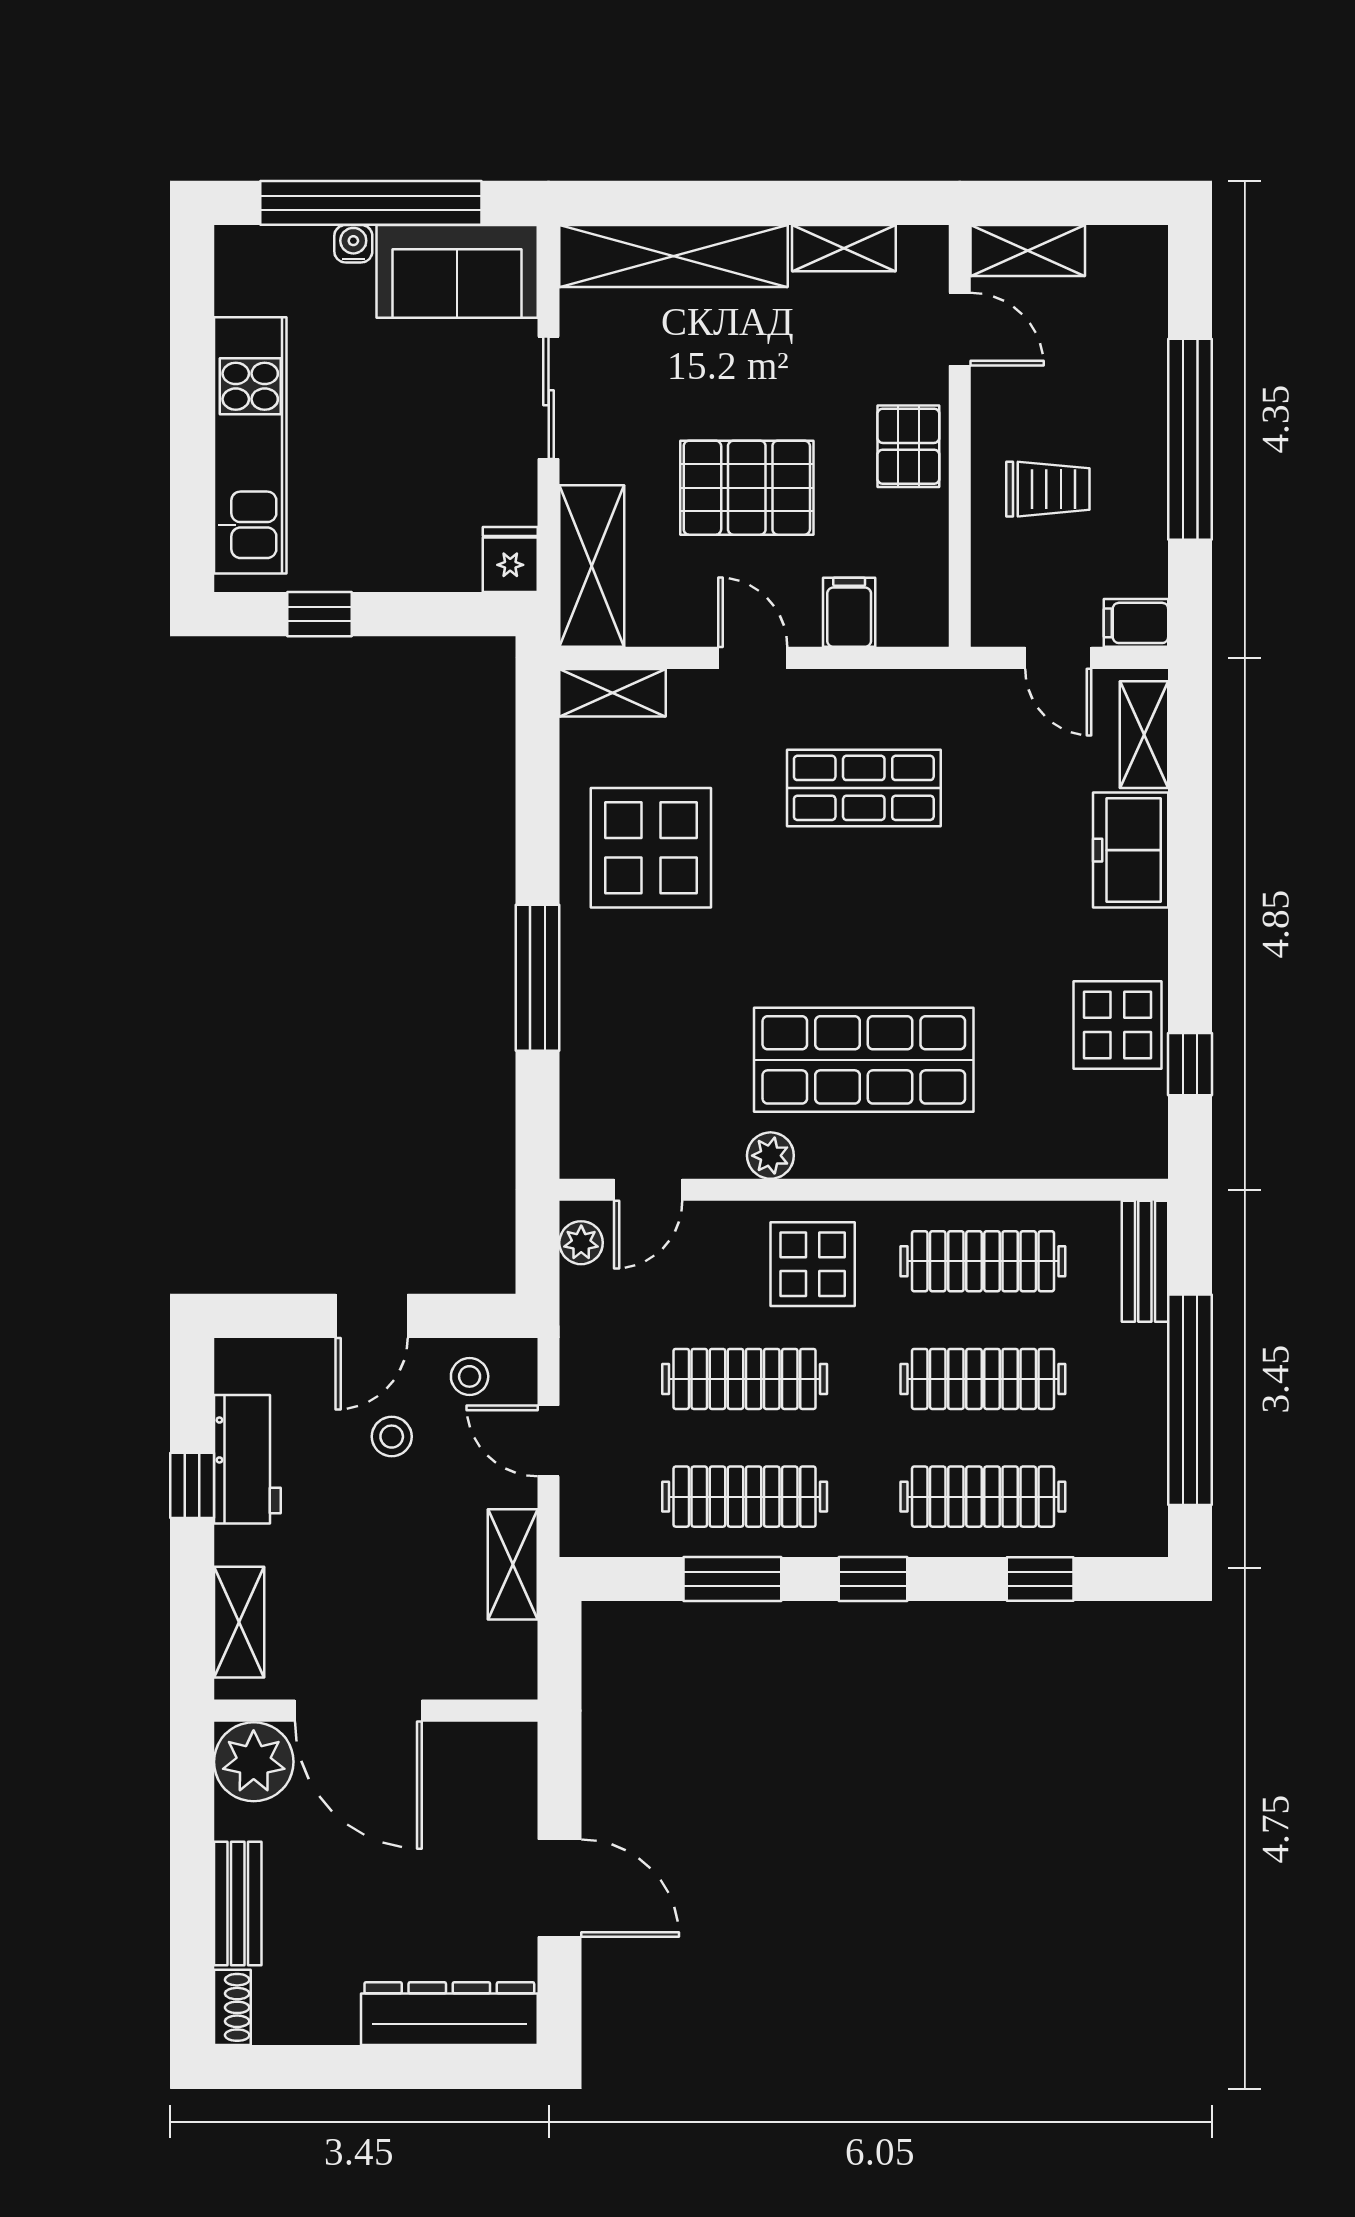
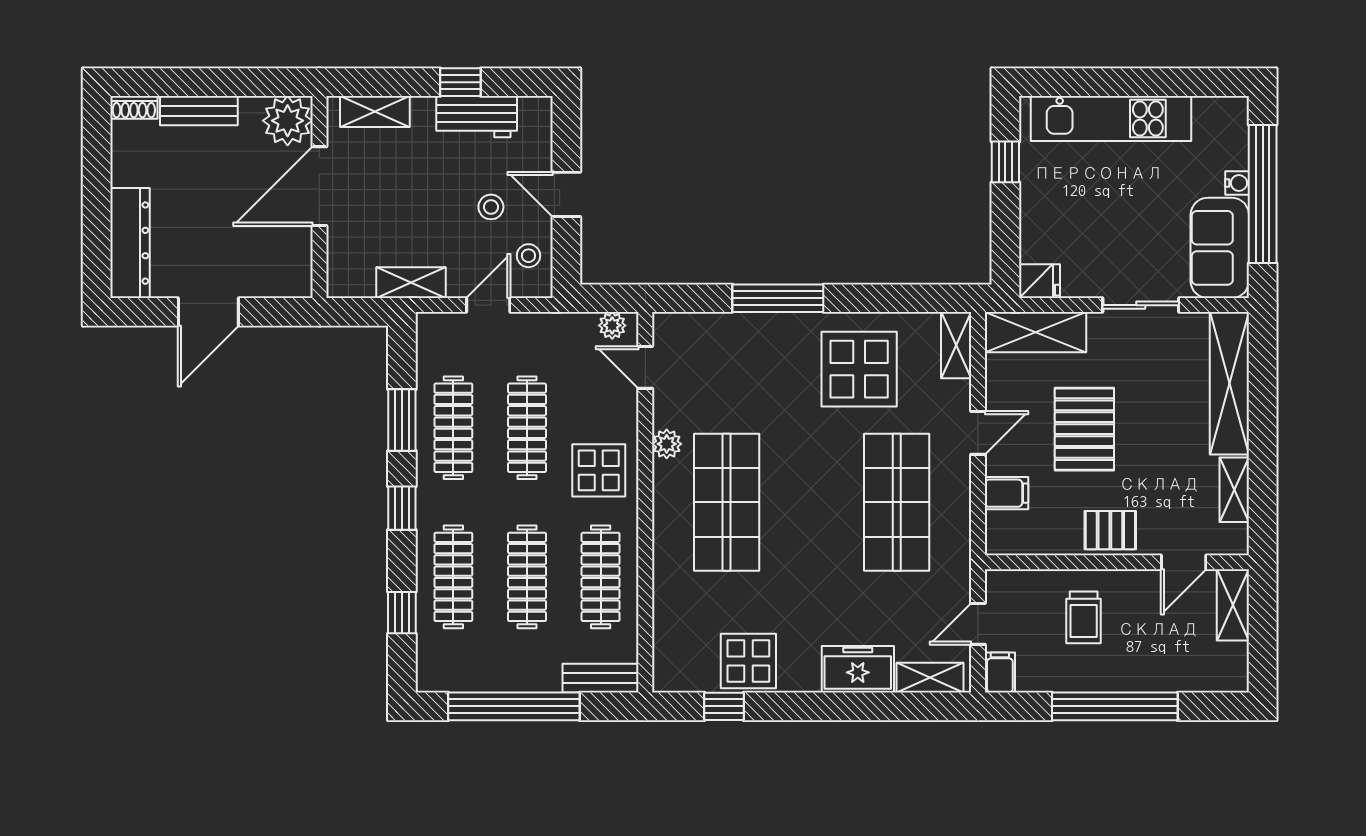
shop shelf: (864, 788) -> (897, 502), width x1.43, depth x1.36

